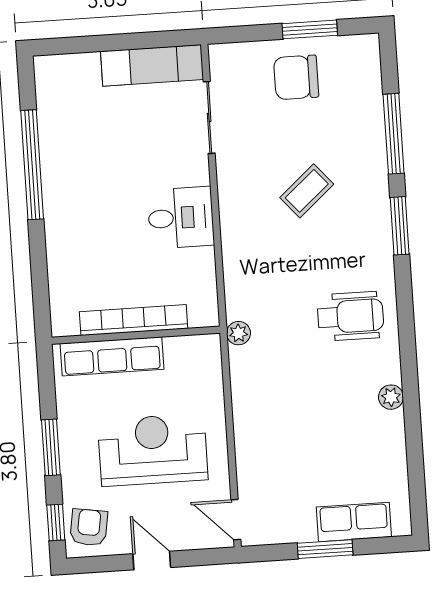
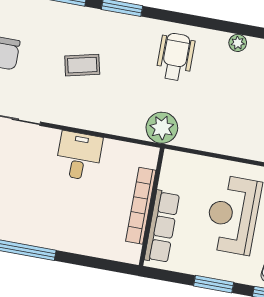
coffee table: (307, 191) -> (82, 65), turned -62
plant: (238, 333) -> (162, 128), width x1.87, depth x1.87

